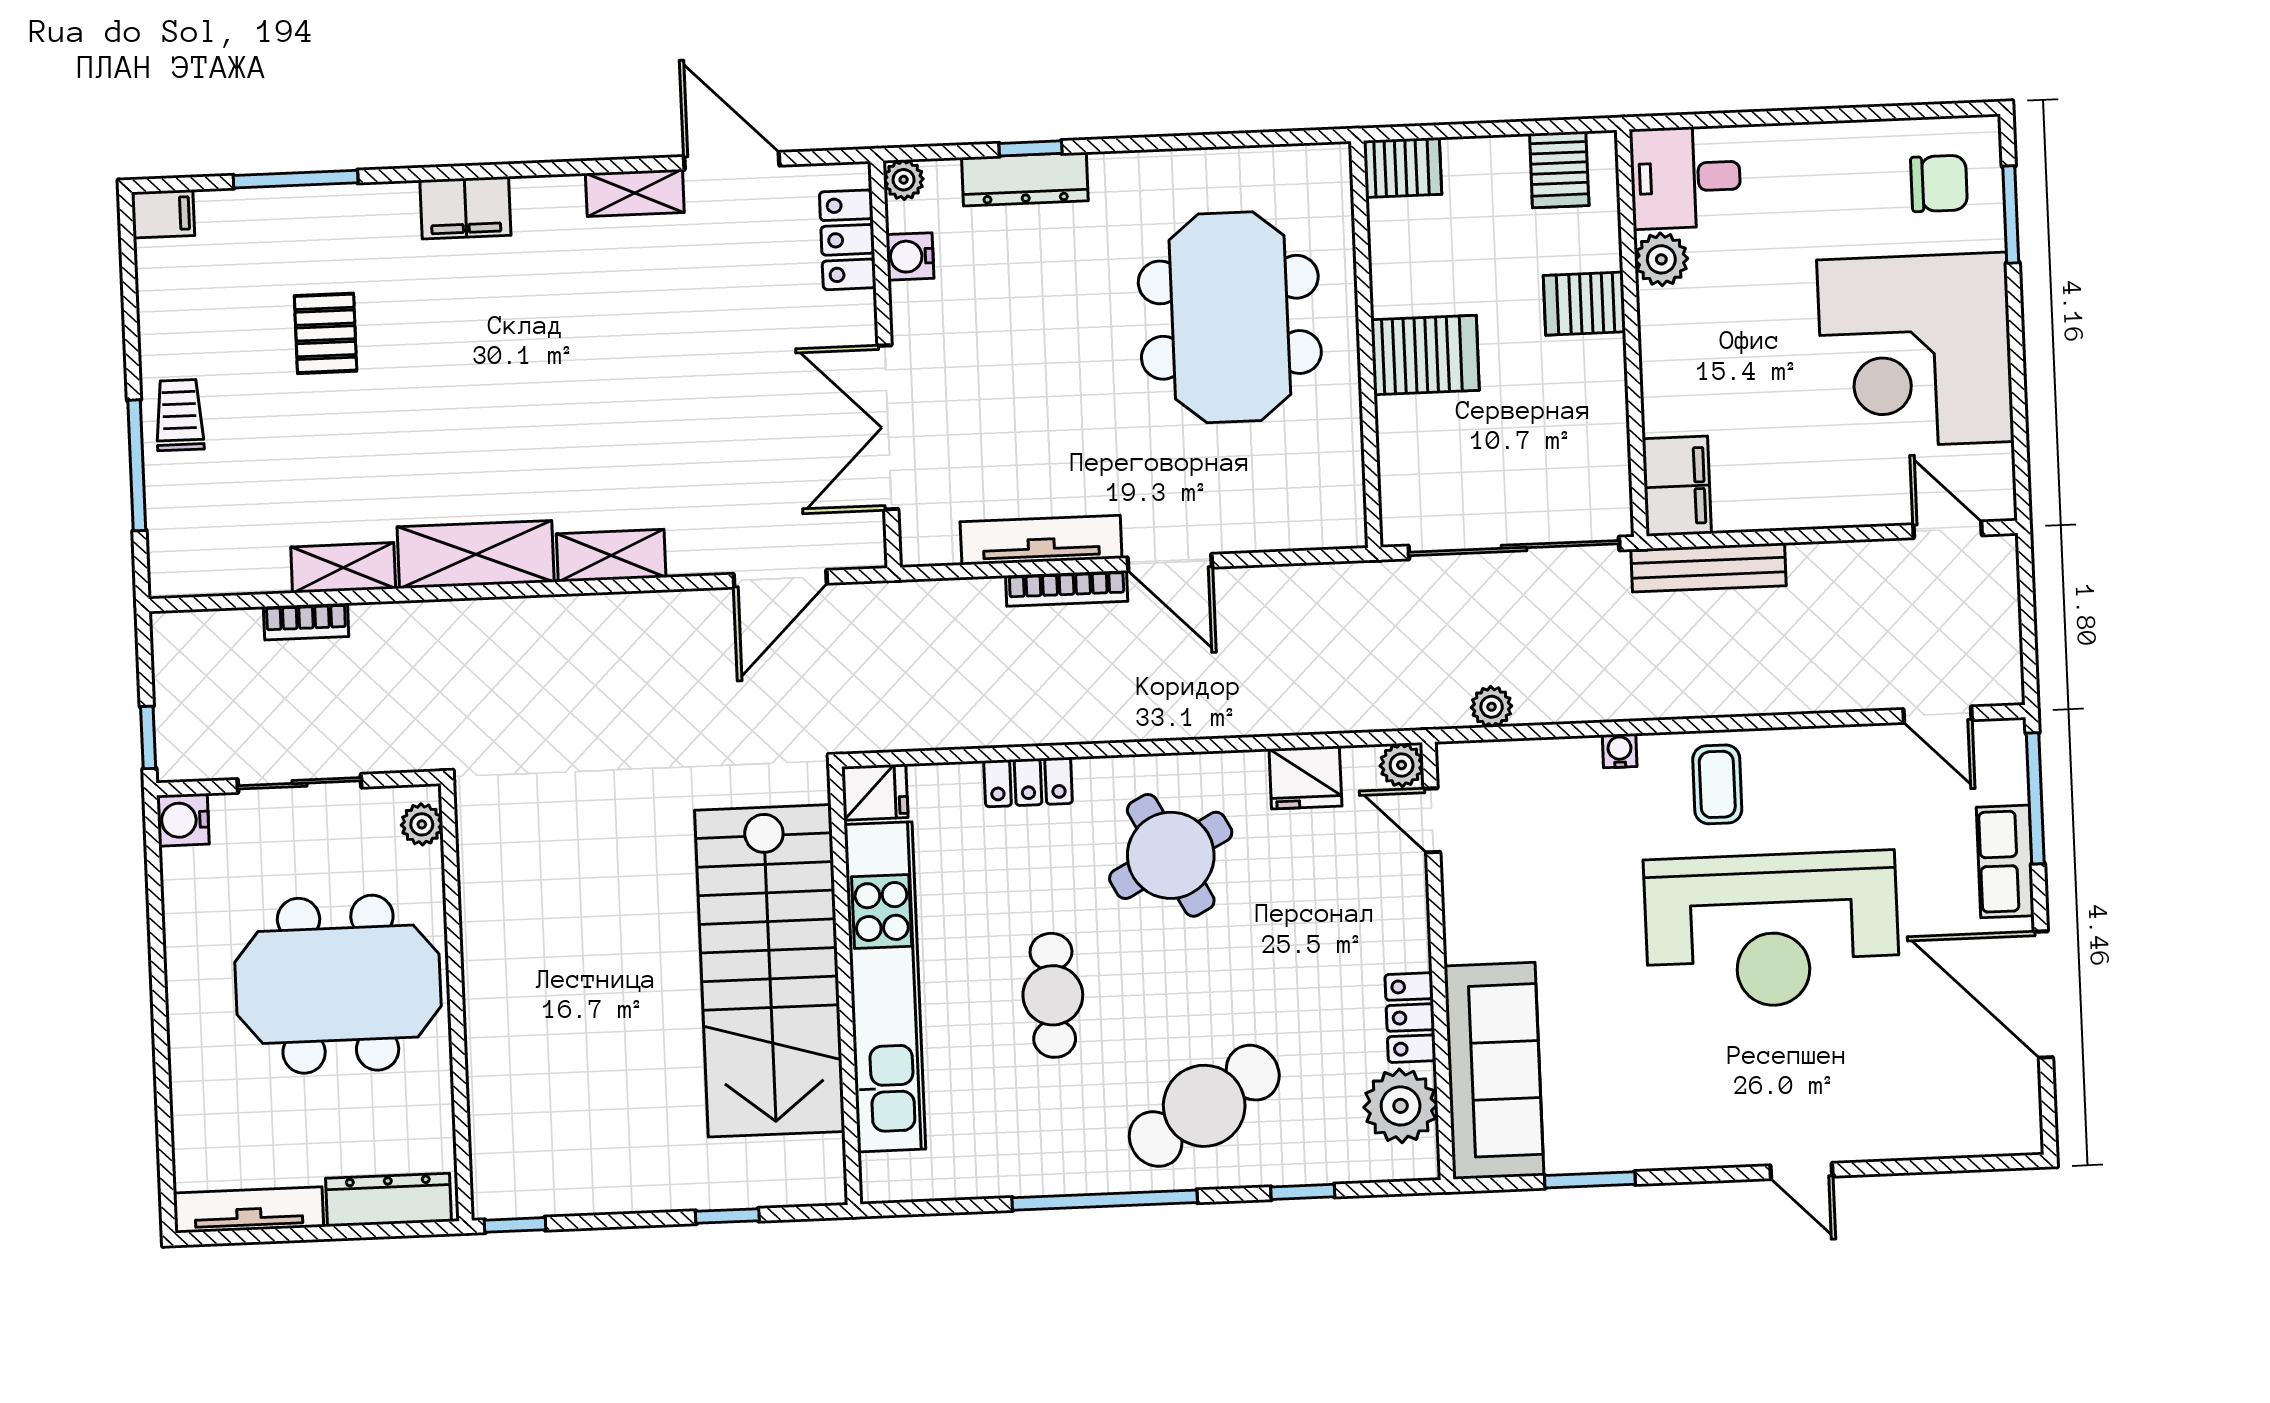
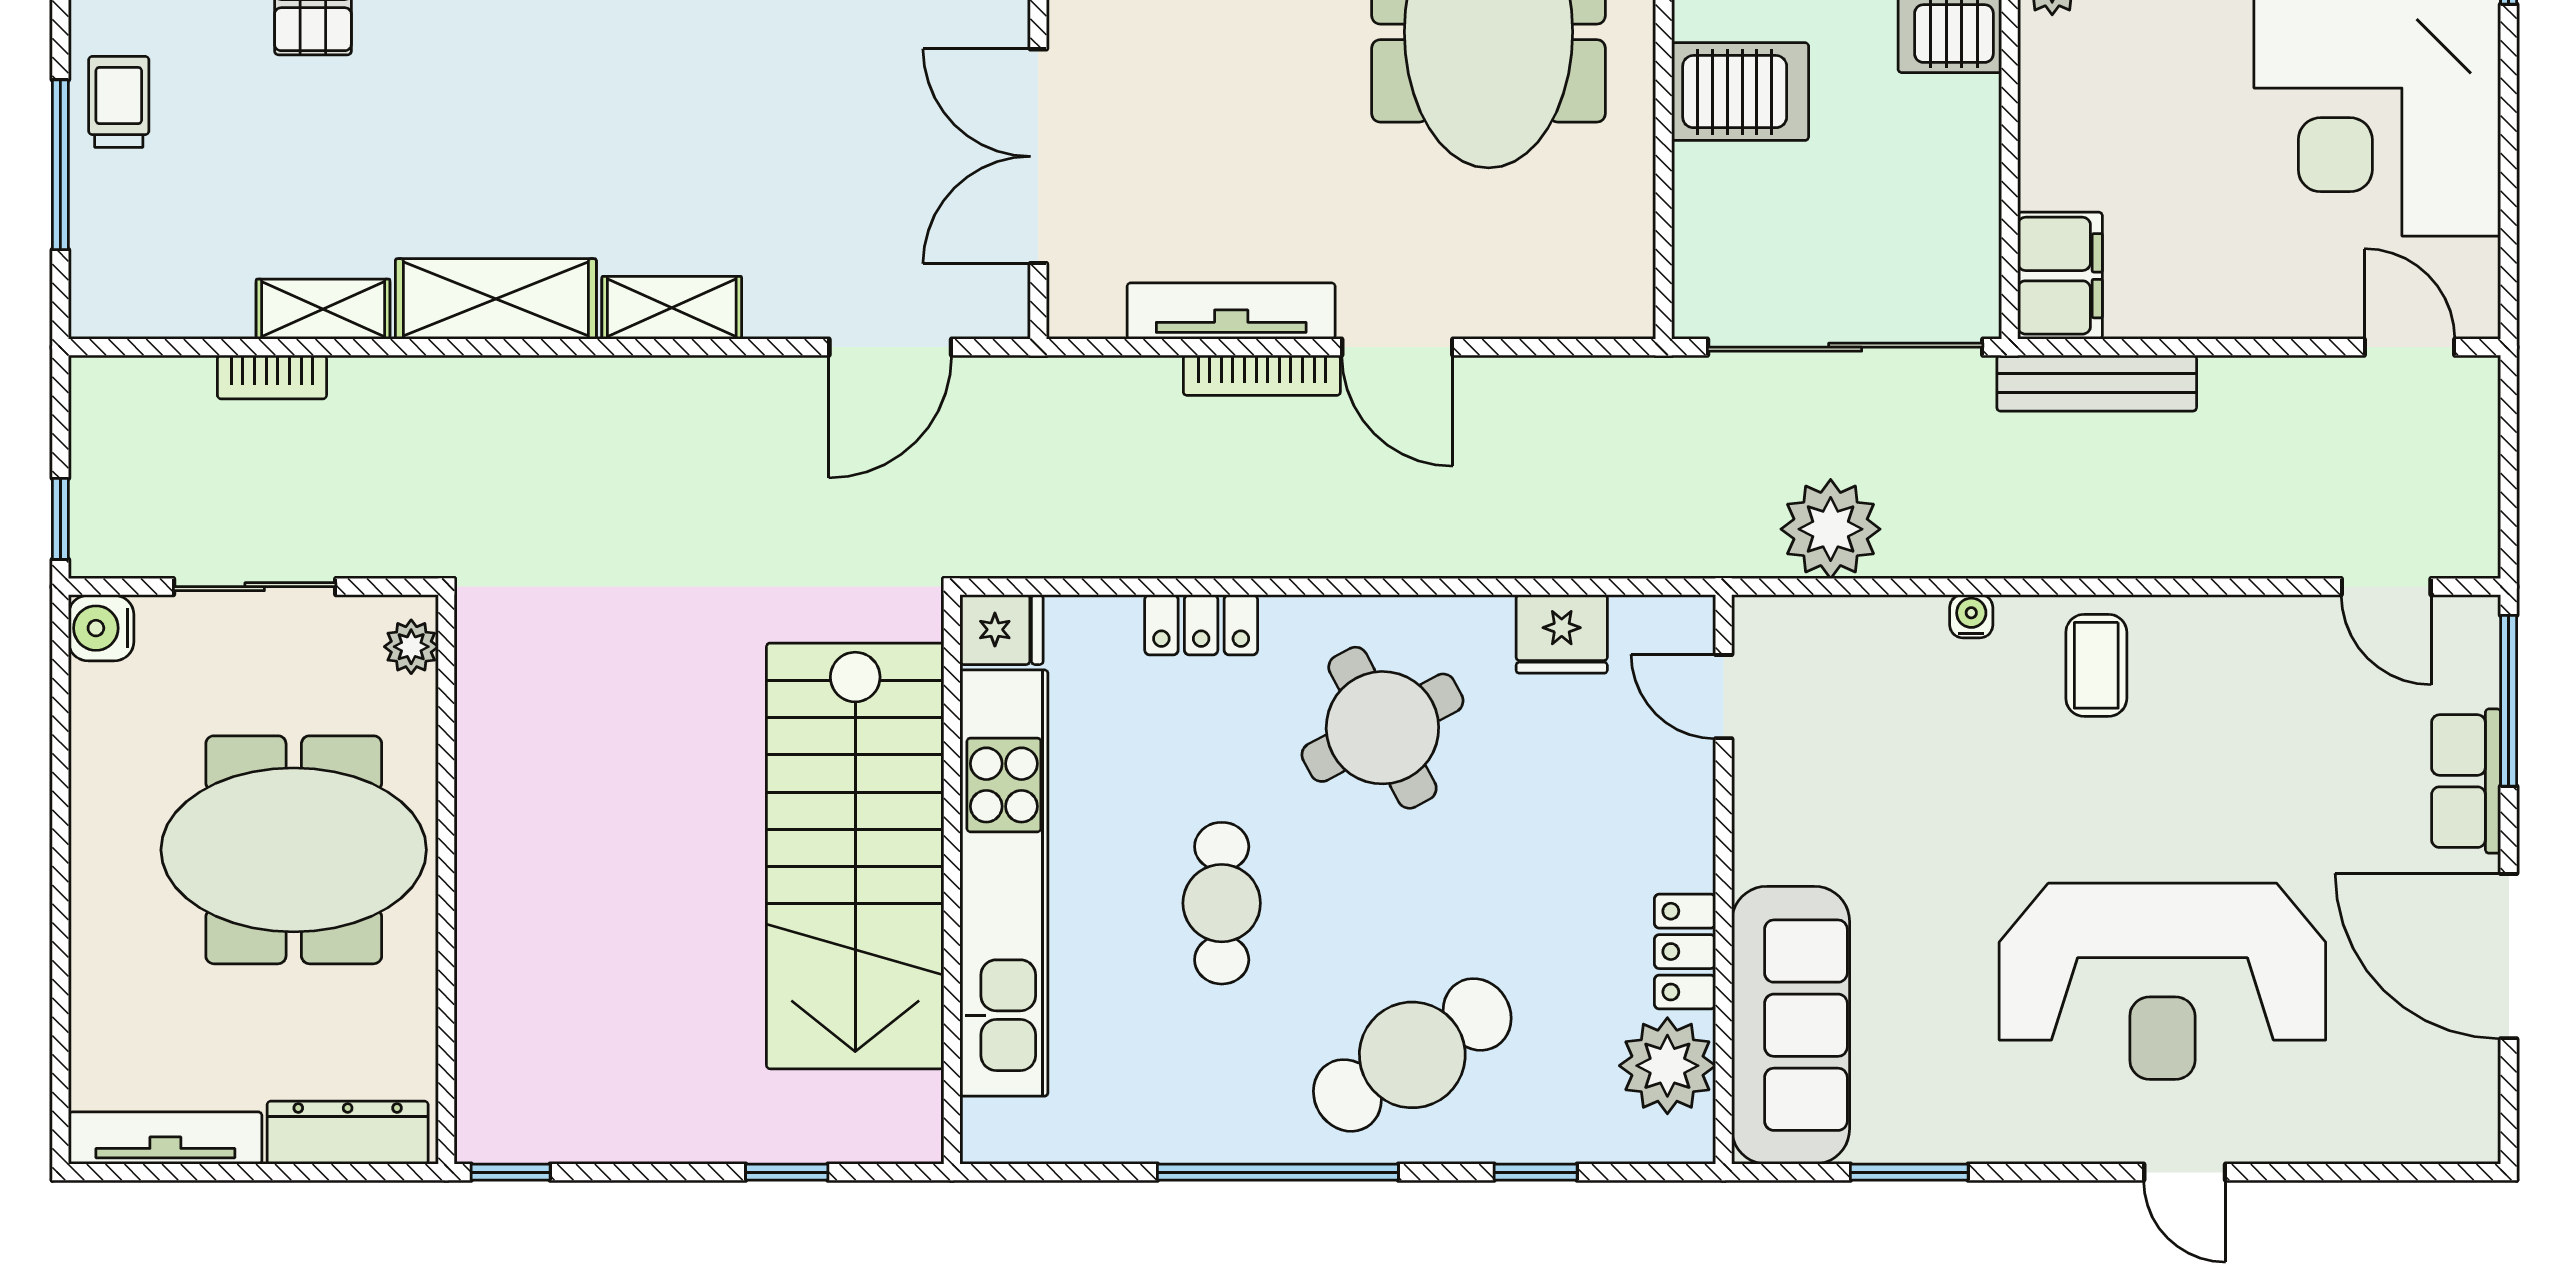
plant: (1492, 707) -> (1831, 529), width x1.87, depth x1.87
plant: (1402, 765) -> (1687, 623), removed
reception desk: (1772, 930) -> (2162, 981), moved

